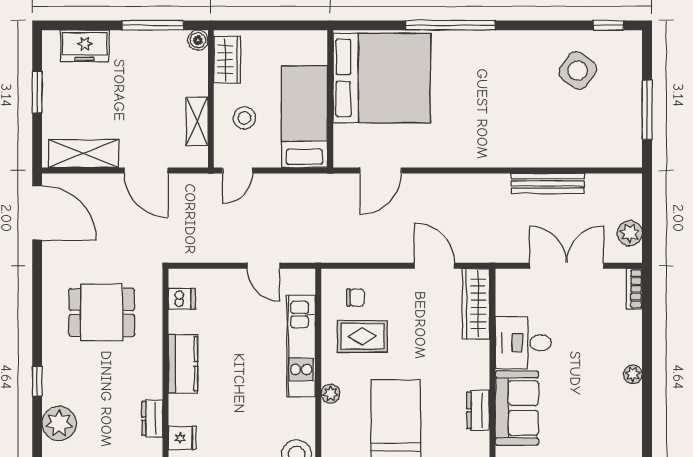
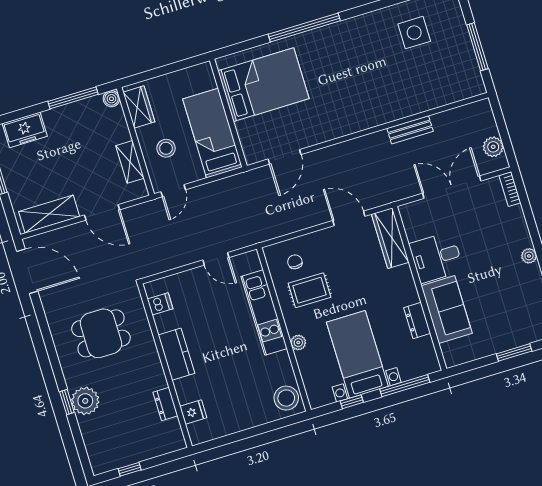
side table: (578, 71) -> (414, 33), turned -36
bed: (382, 78) -> (263, 85), width x0.73
bench: (548, 183) -> (410, 130), width x0.73
chair: (355, 298) -> (295, 262), turned -90
plant: (59, 423) -> (85, 401), moved

